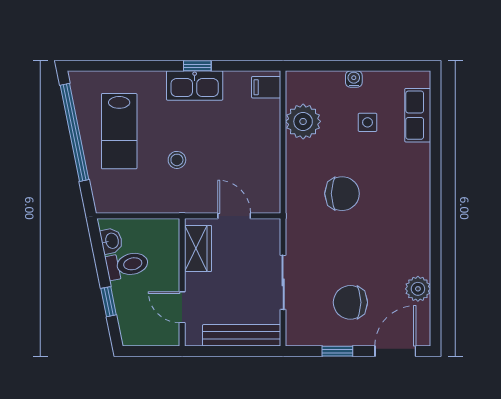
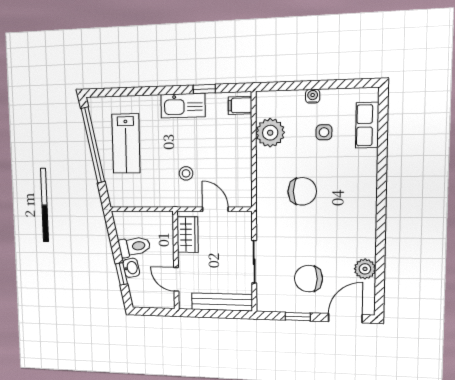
window: (197, 66) -> (204, 89), moved
stool: (177, 160) -> (186, 173), moved
washbasin: (111, 241) -> (131, 268), moved

